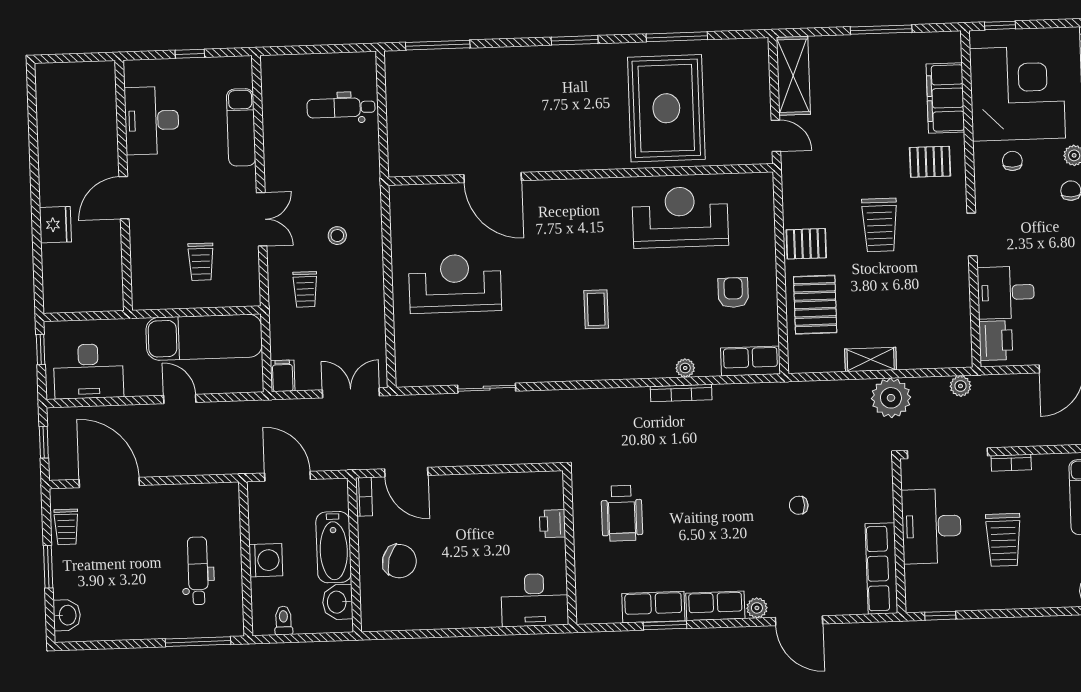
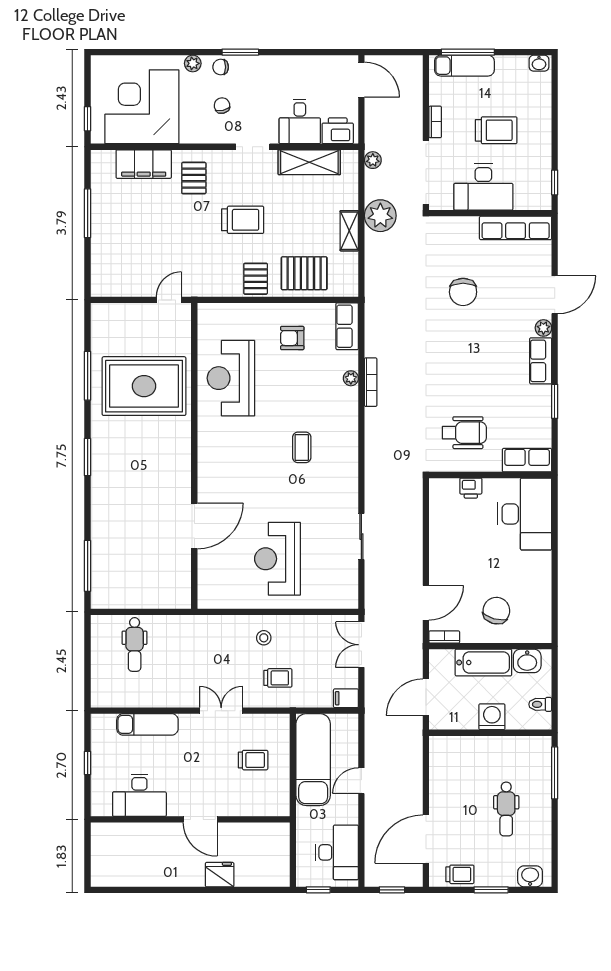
shelving: (793, 76) -> (309, 162), moved
chair: (1012, 161) -> (222, 106), moved, turned 77
stool: (337, 236) -> (264, 638), moved
coffee table: (596, 309) -> (302, 447), turned 90
chair: (799, 505) -> (463, 292), width x1.87, depth x1.87
dental chair: (198, 571) -> (506, 809), moved, turned -90
desk: (535, 600) -> (525, 514), width x1.36, depth x1.30
row of seats: (653, 607) -> (527, 460), moved, turned 90

